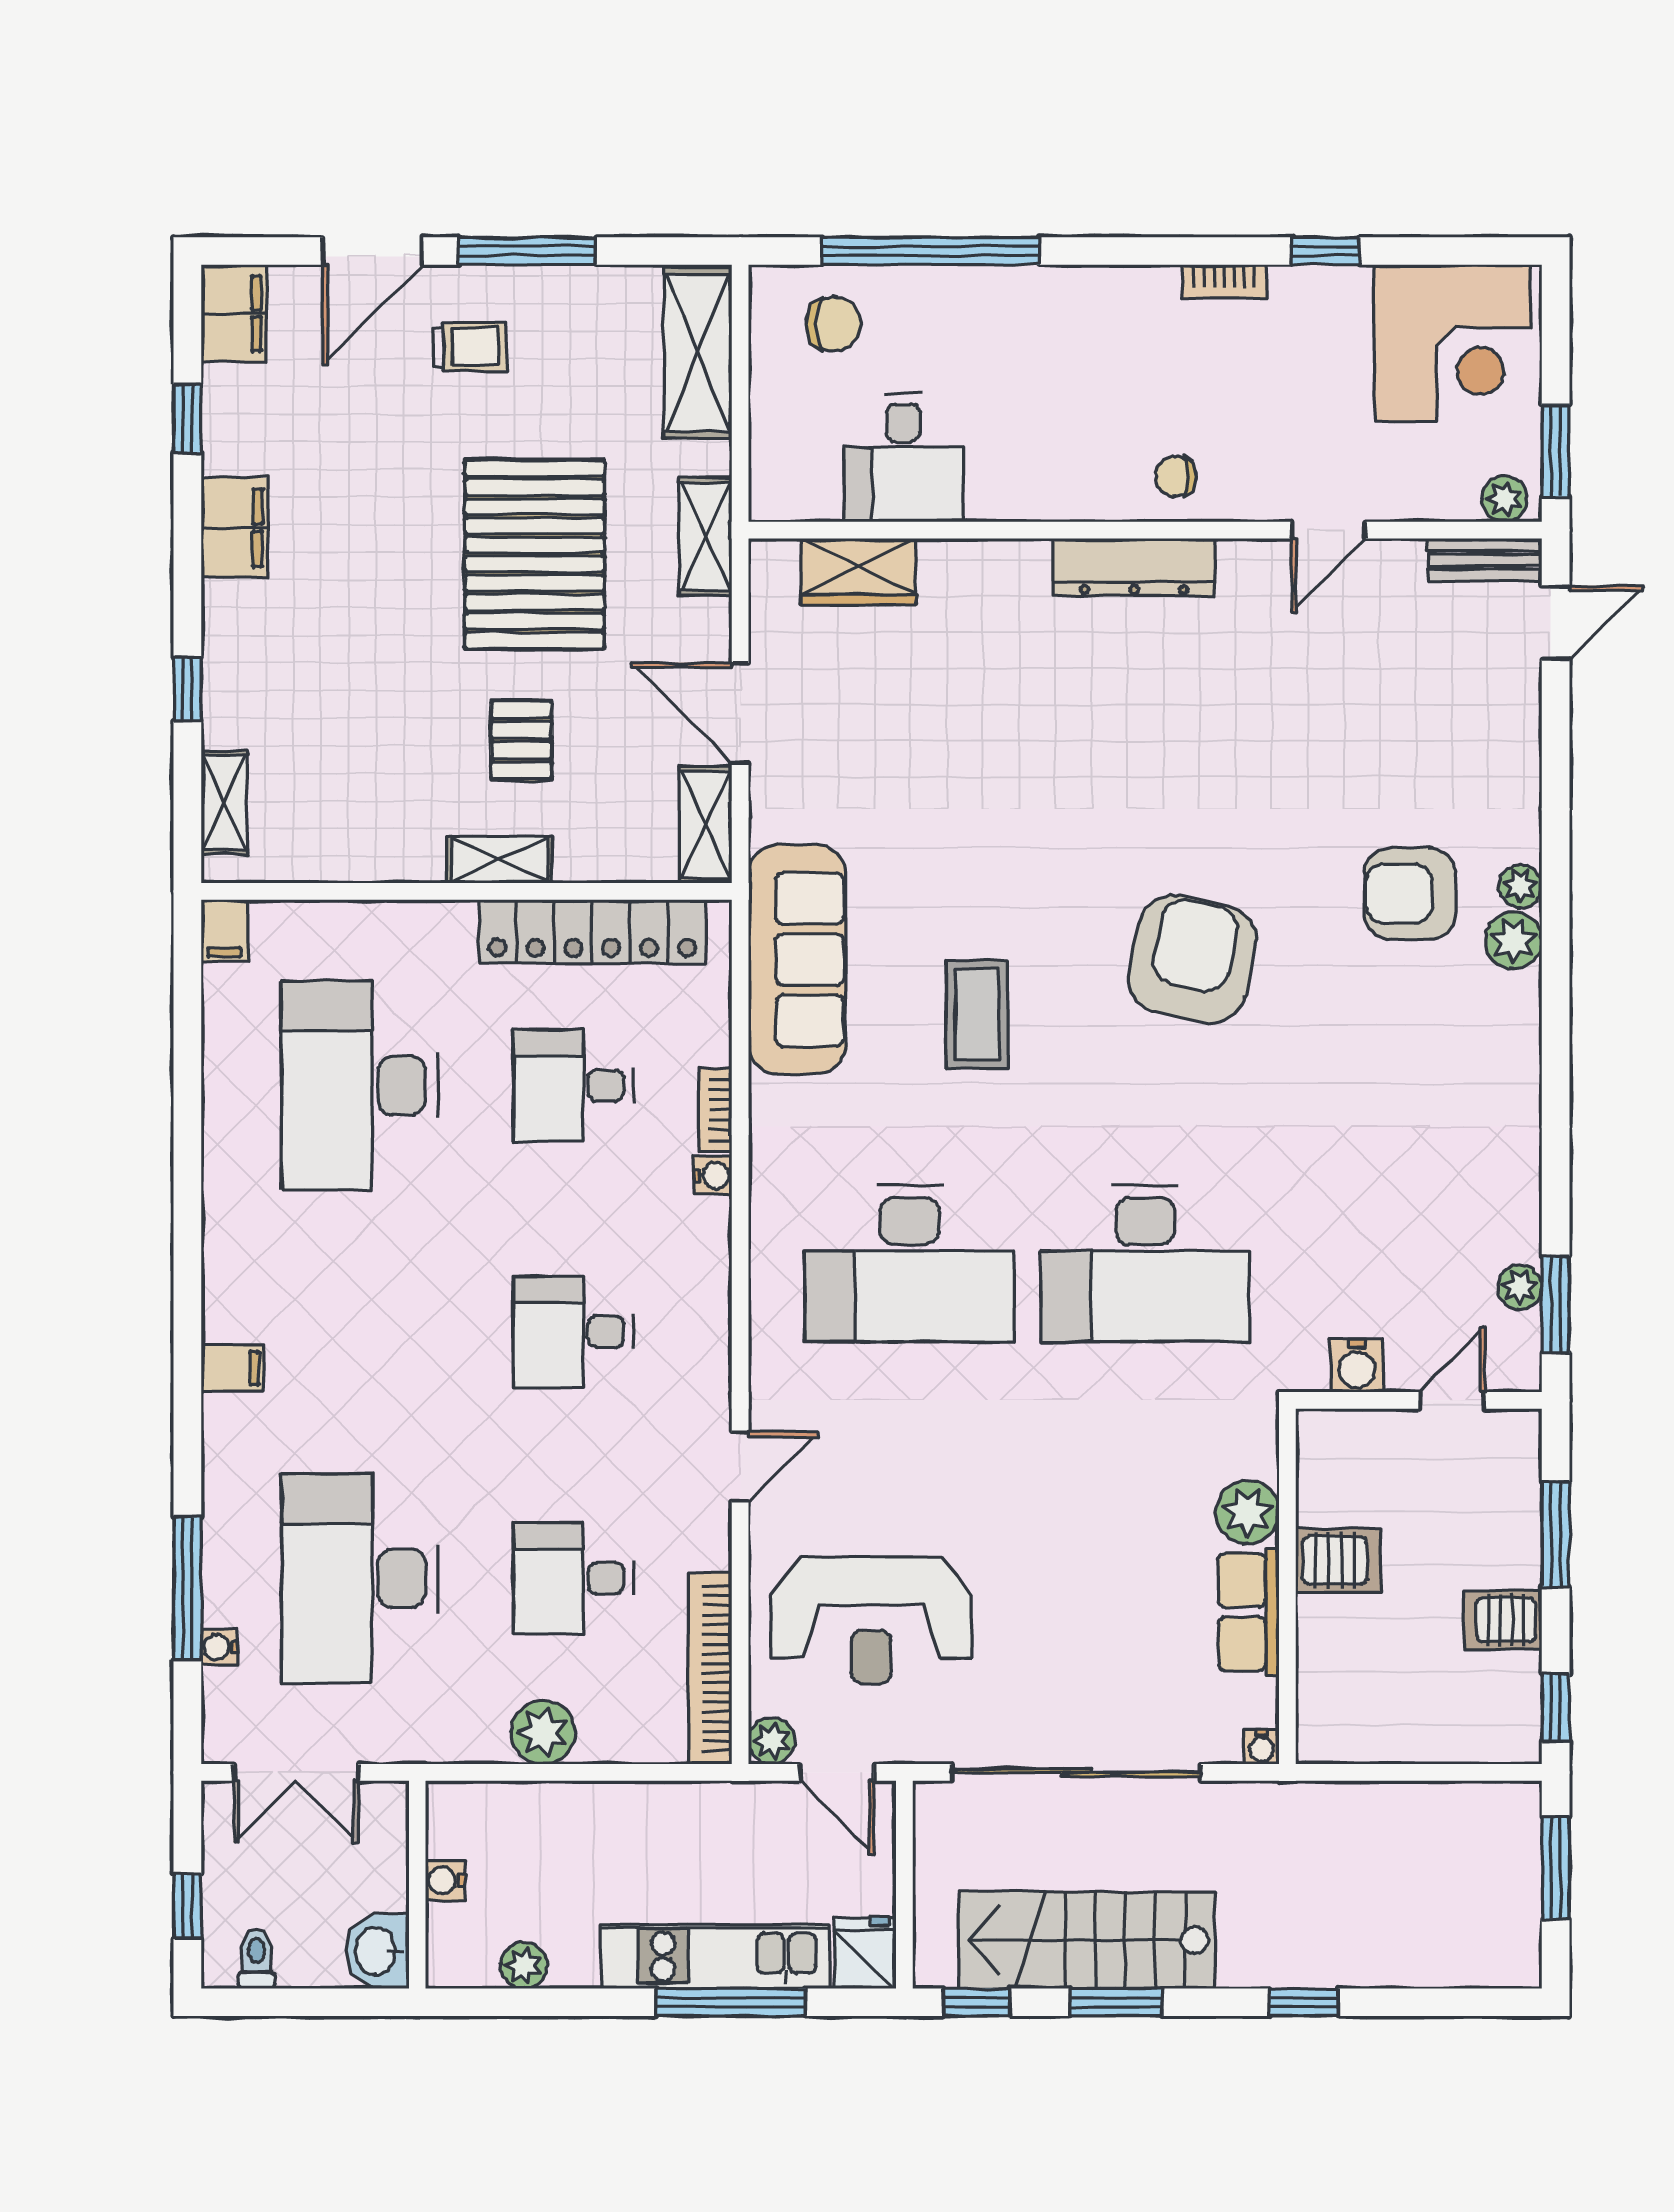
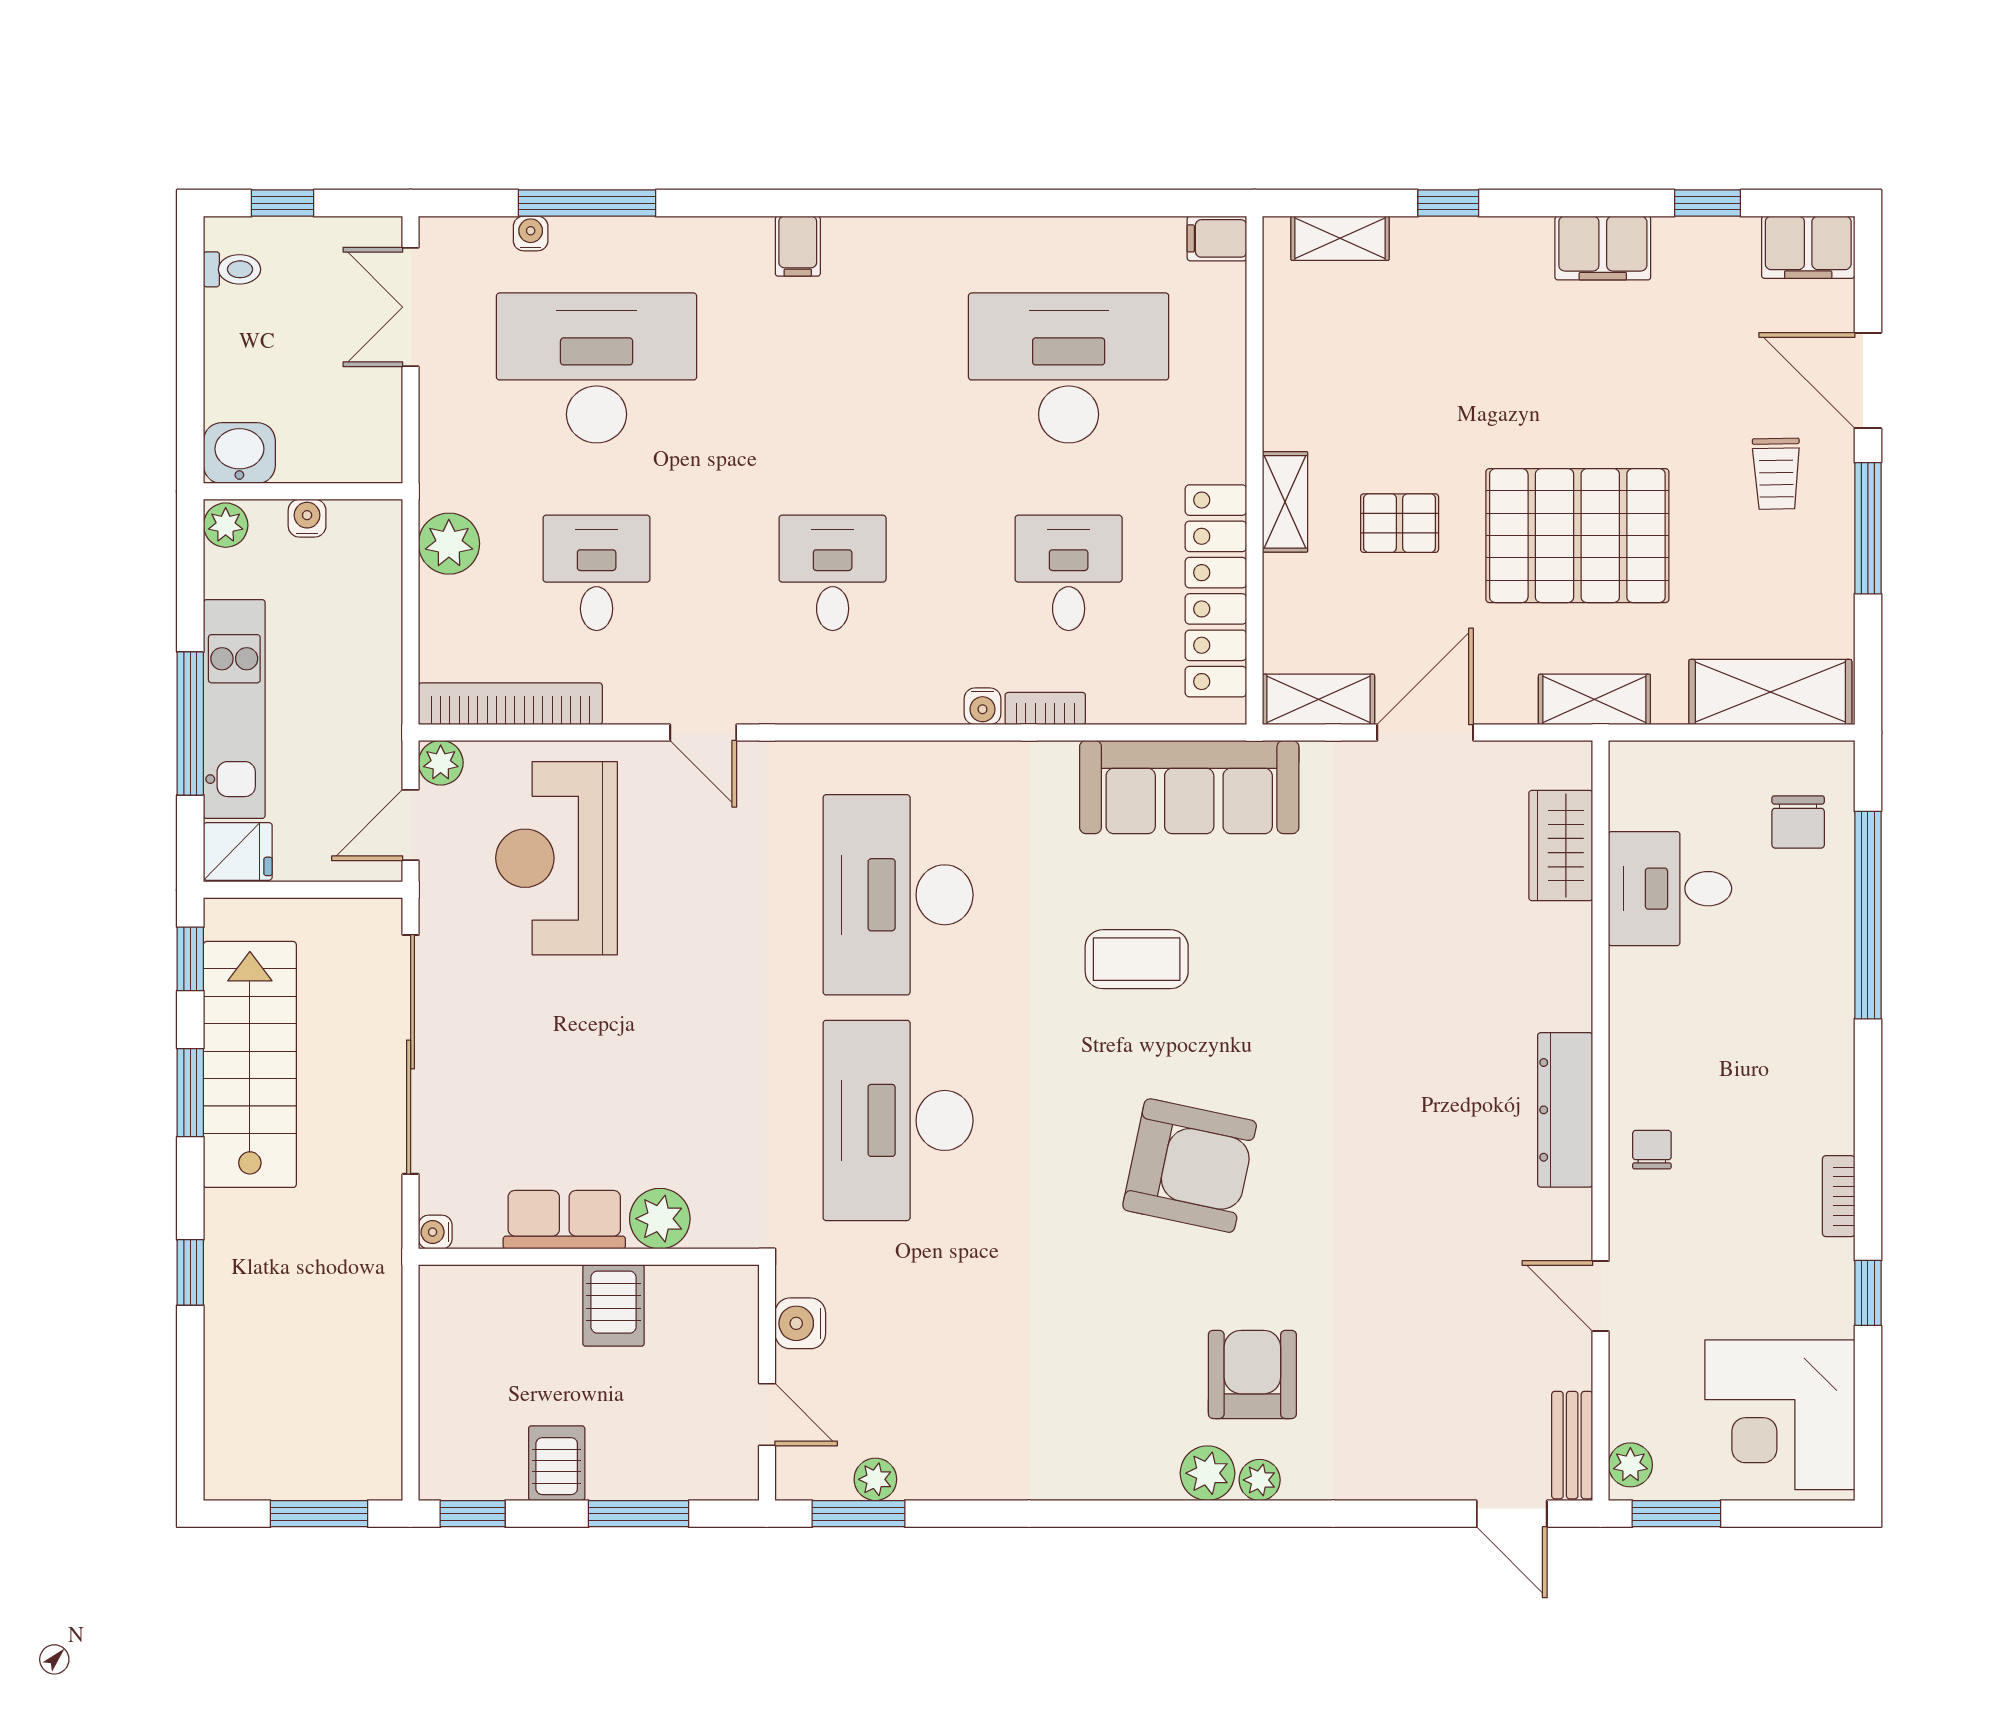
water cooler: (445, 1880) -> (307, 518), moved
wall: (417, 1885) -> (303, 491), moved
washbasin: (377, 1951) -> (239, 453), moved

